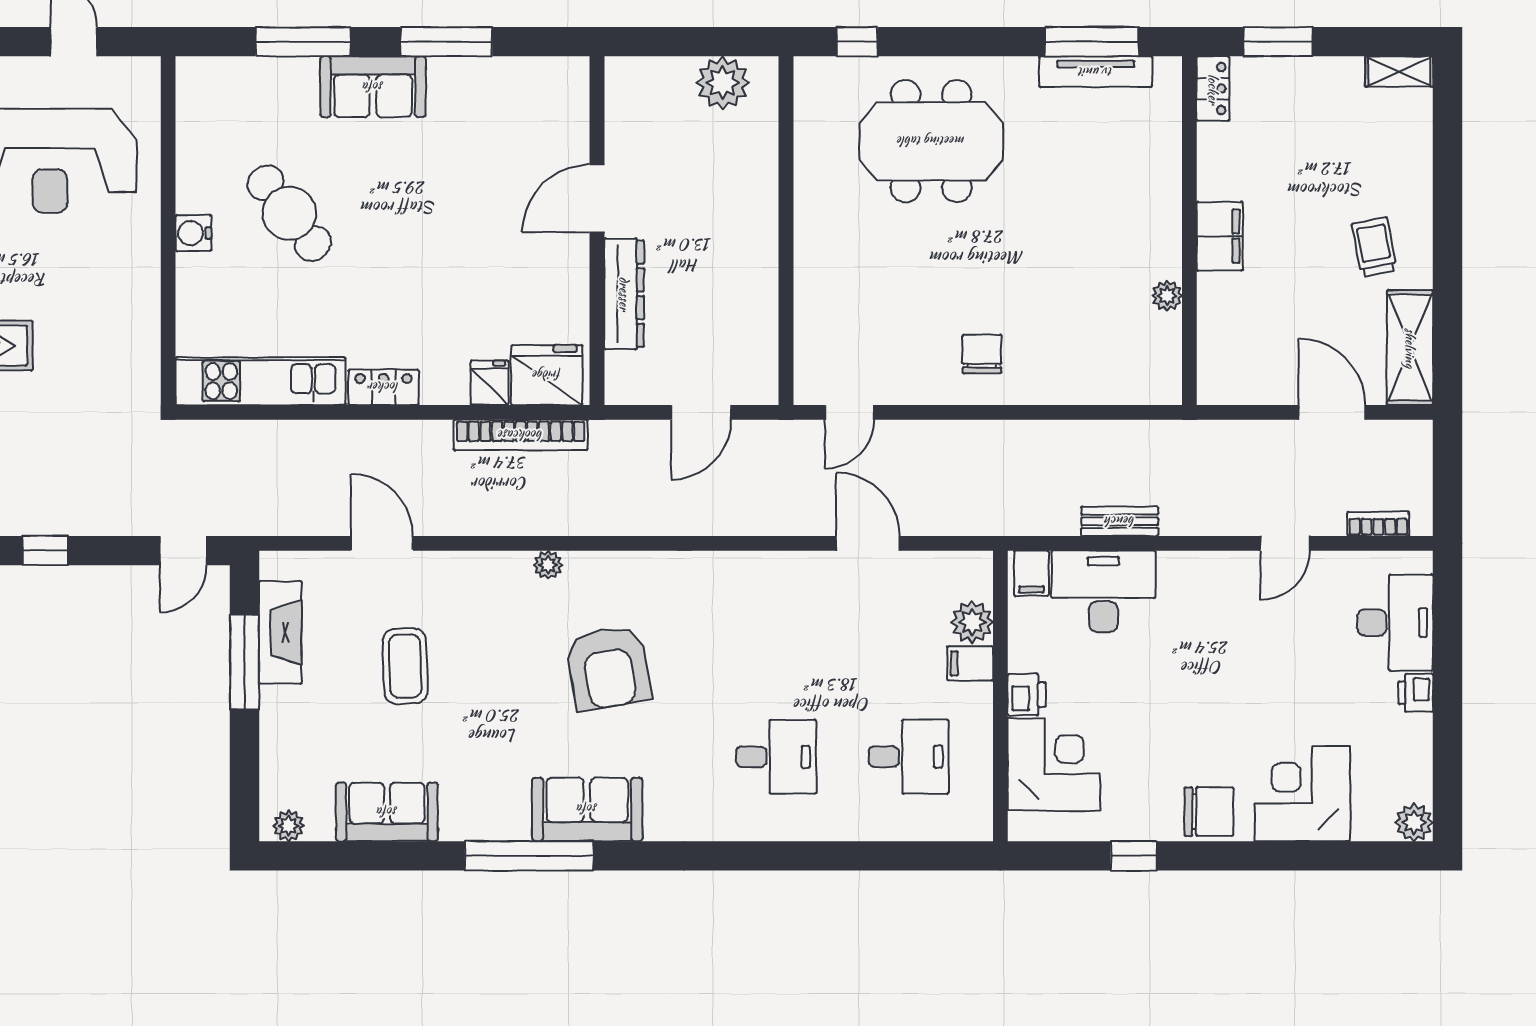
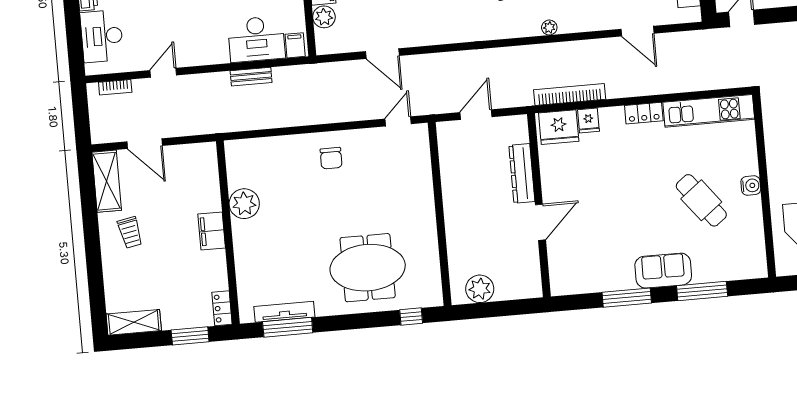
shelving: (1399, 71) -> (134, 322), width x1.50, depth x1.33
plant: (1167, 296) -> (244, 204), width x1.87, depth x1.87

